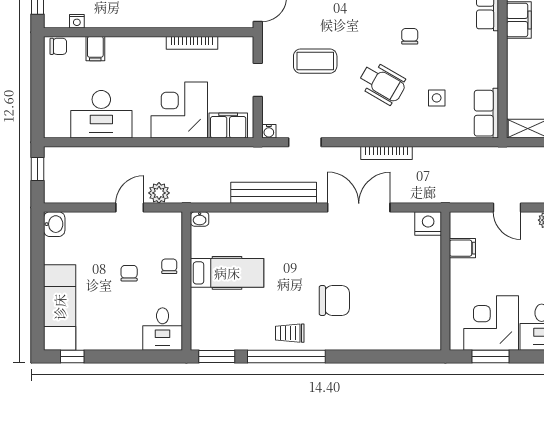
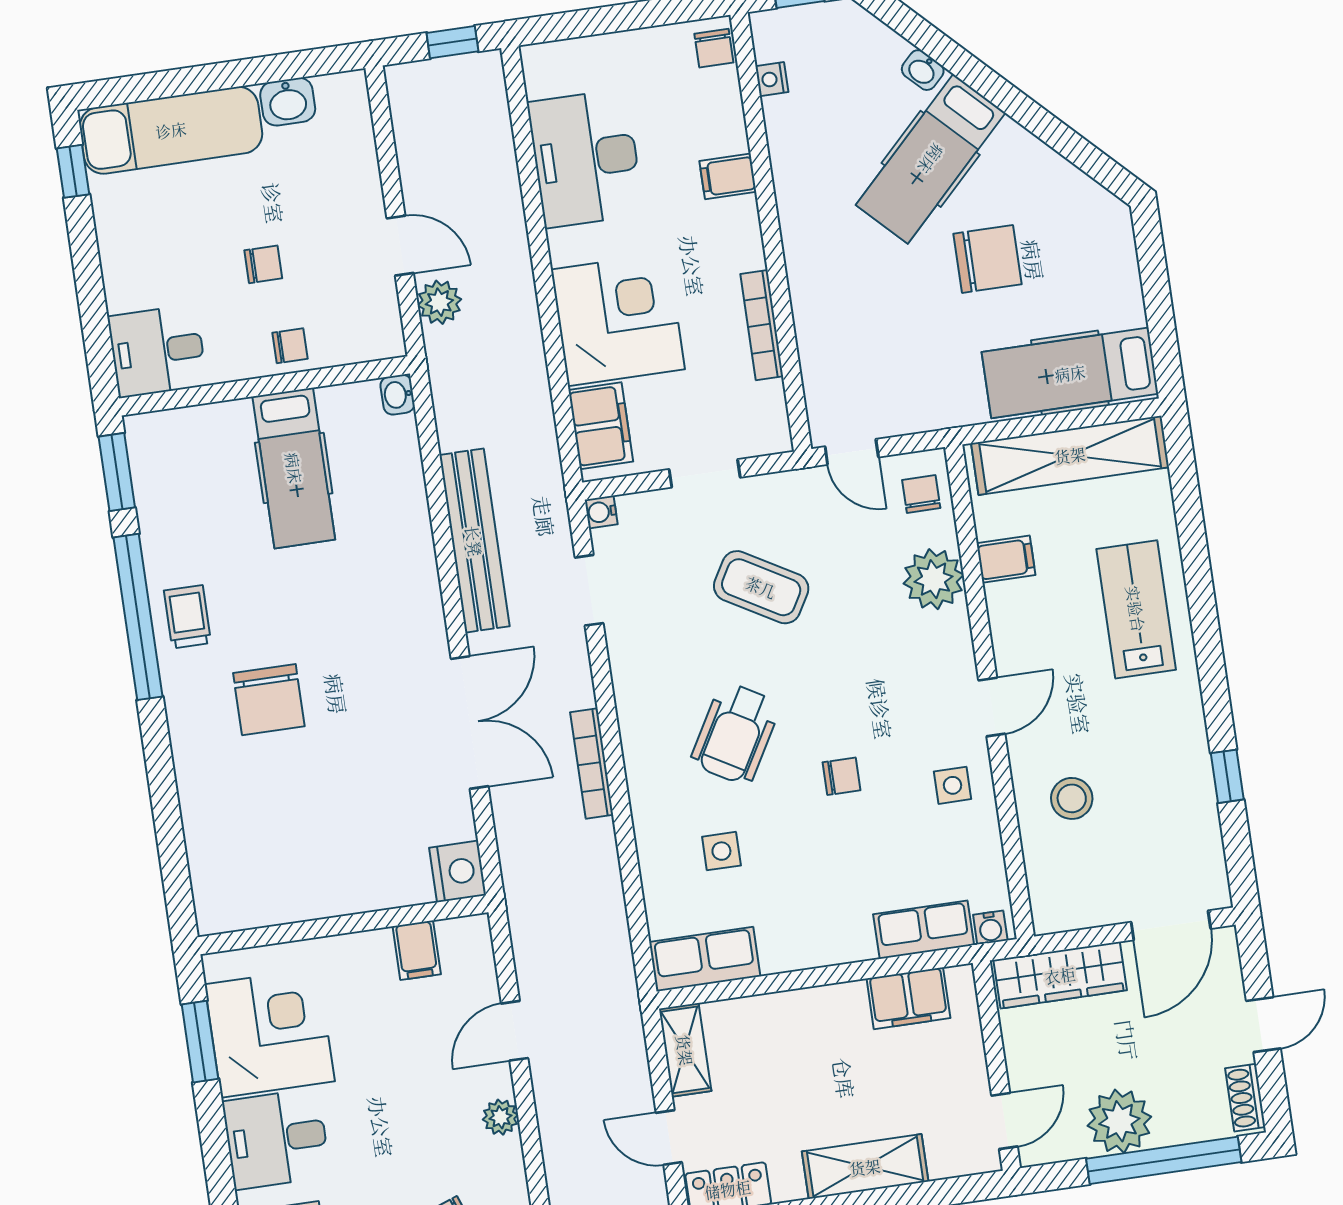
filing cabinet: (95, 49) -> (728, 176), moved
coffee table: (315, 61) -> (761, 587), turned -60
washbasin: (54, 224) -> (288, 102), moved

